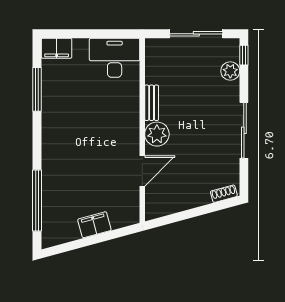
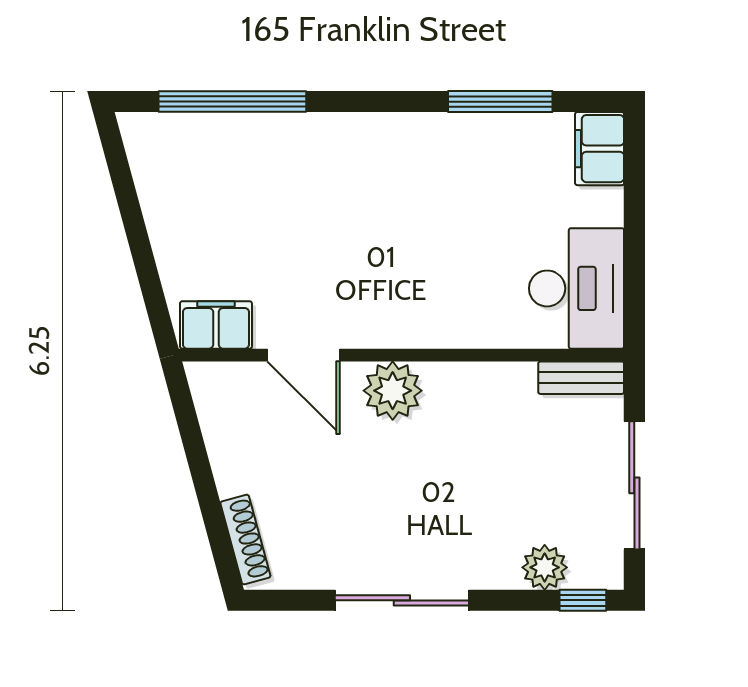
bench: (152, 103) -> (581, 378), moved
shoe rack: (224, 194) -> (245, 540), width x1.43
filing cabinet: (94, 225) -> (216, 325), moved, turned -75

